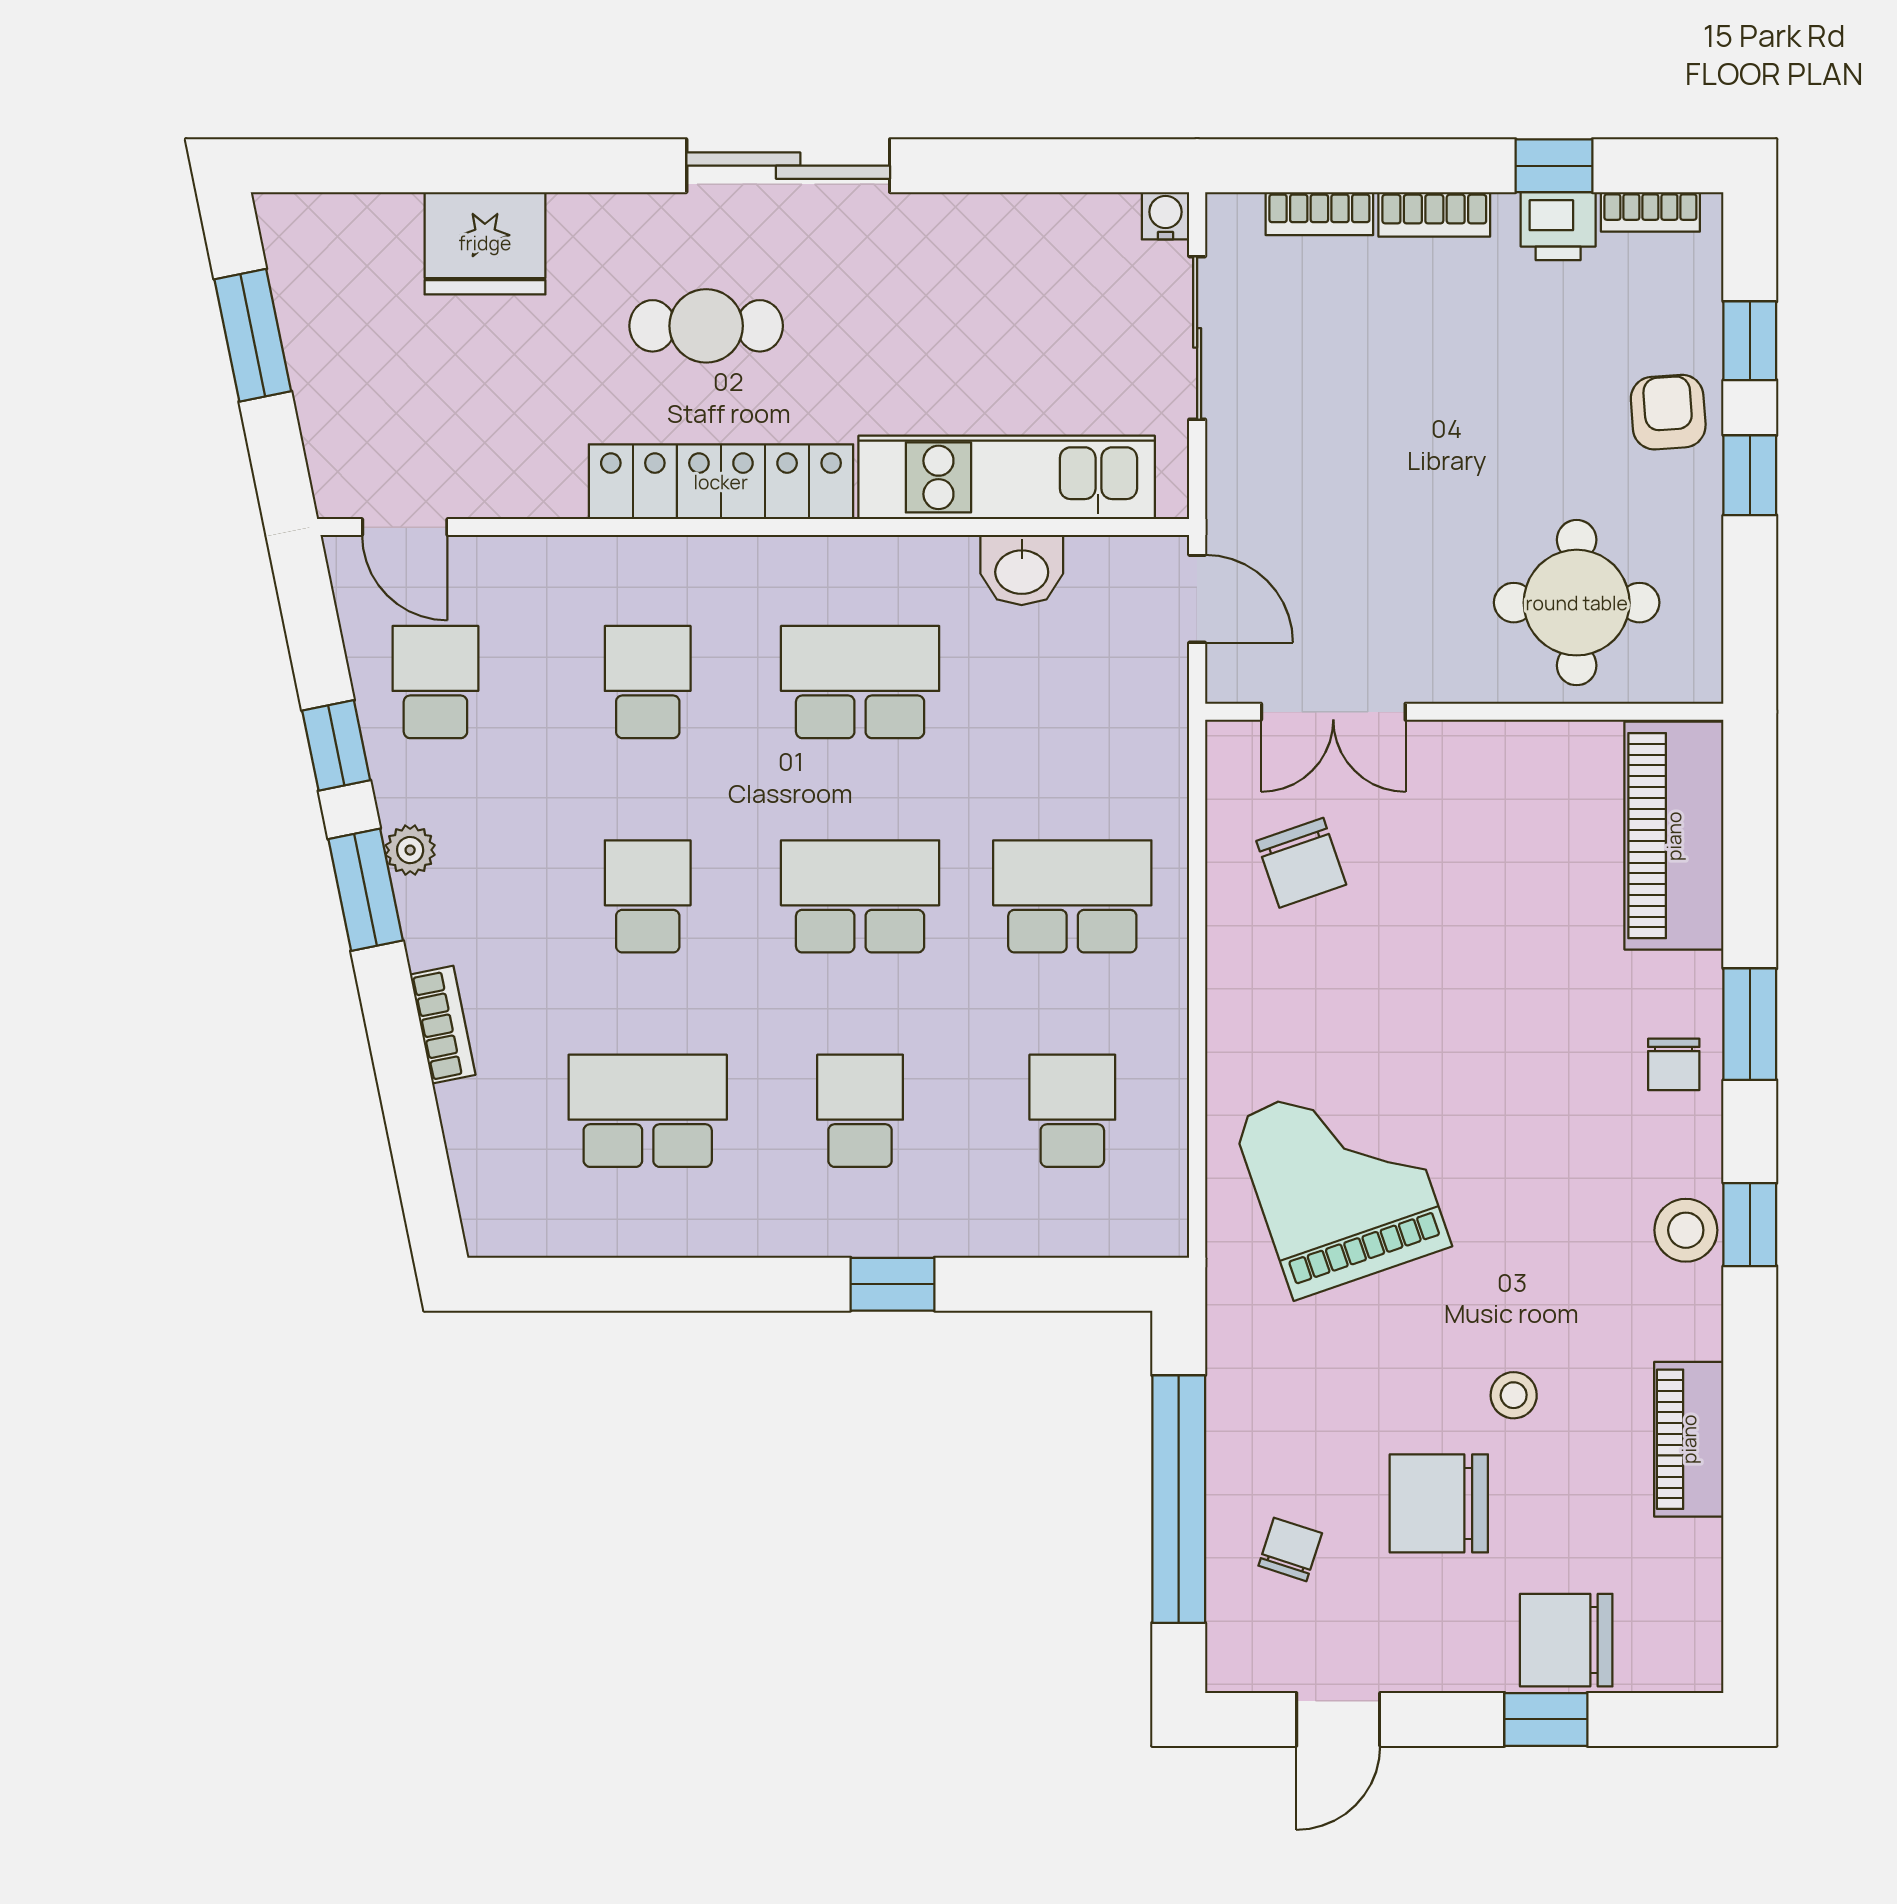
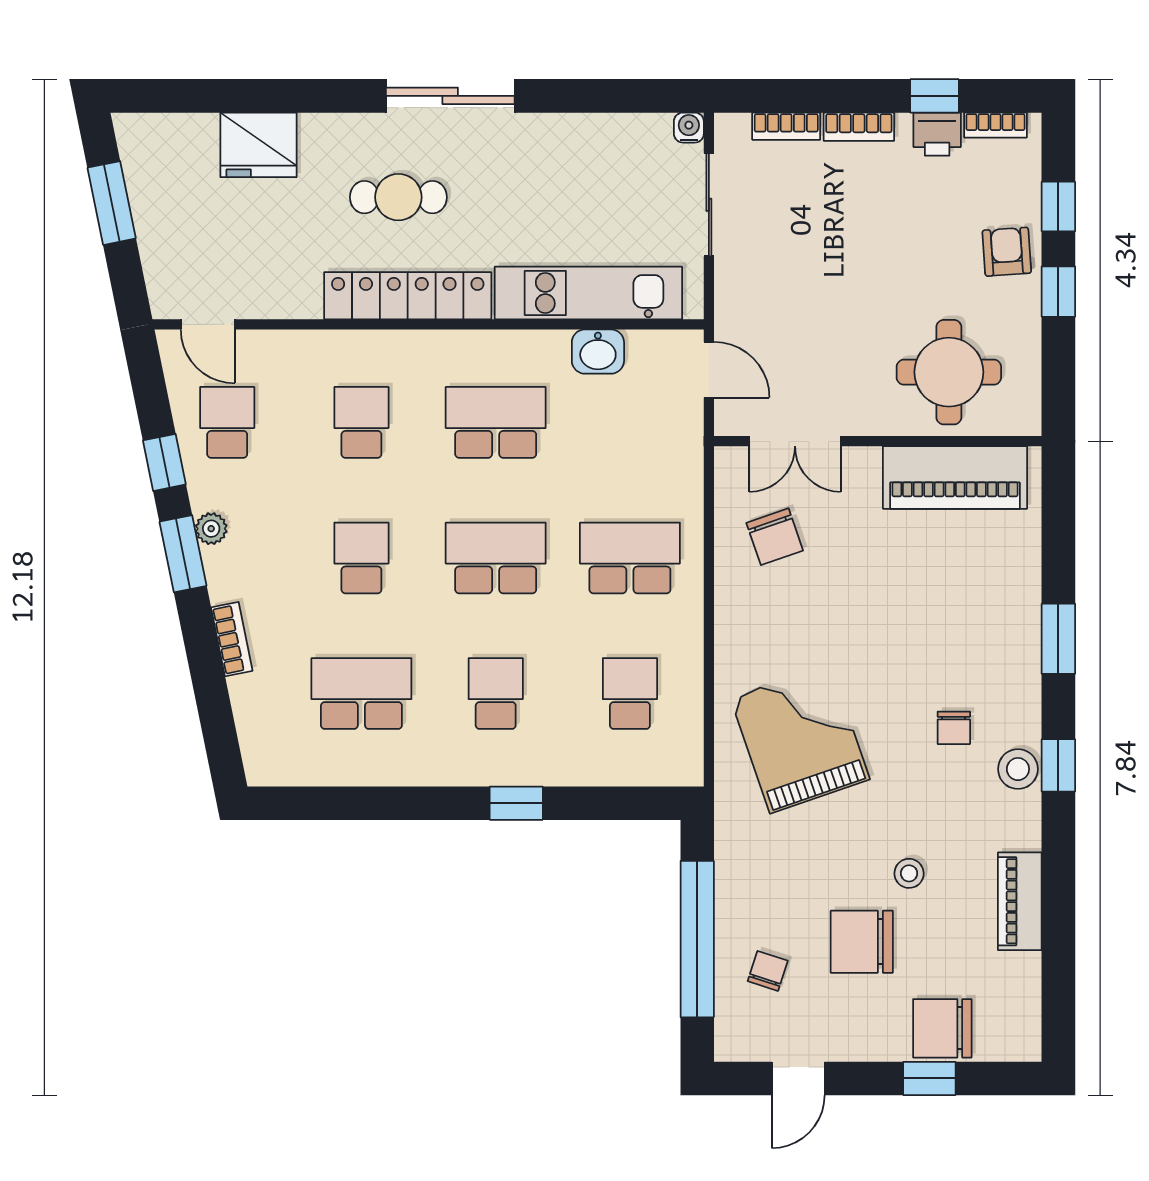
piano: (1674, 836) -> (955, 477), moved, turned -90
chair: (1674, 1064) -> (954, 728), moved

